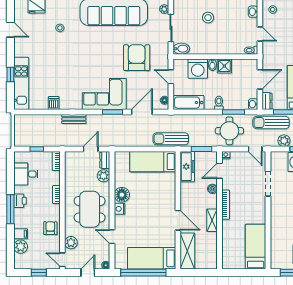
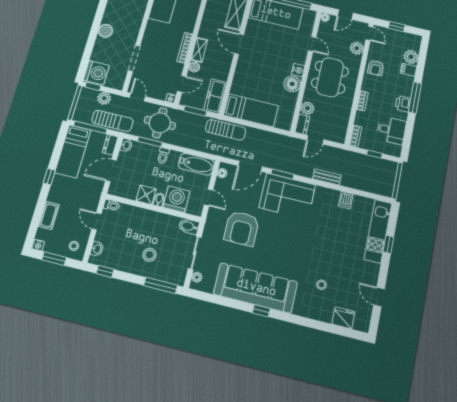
shelving: (212, 220) -> (199, 50), moved

